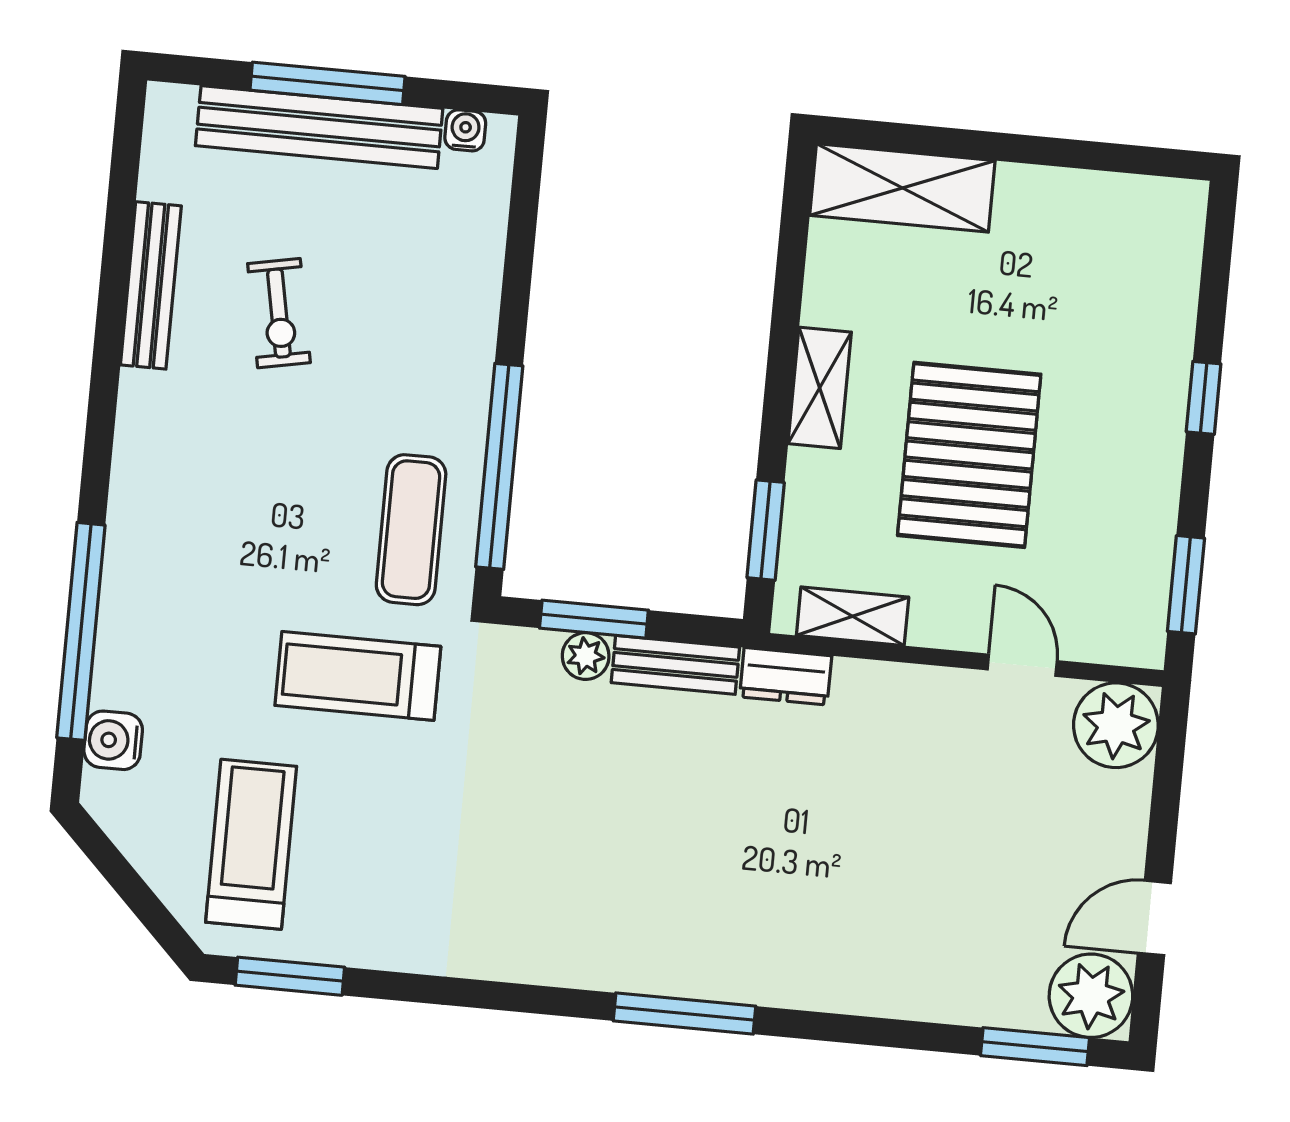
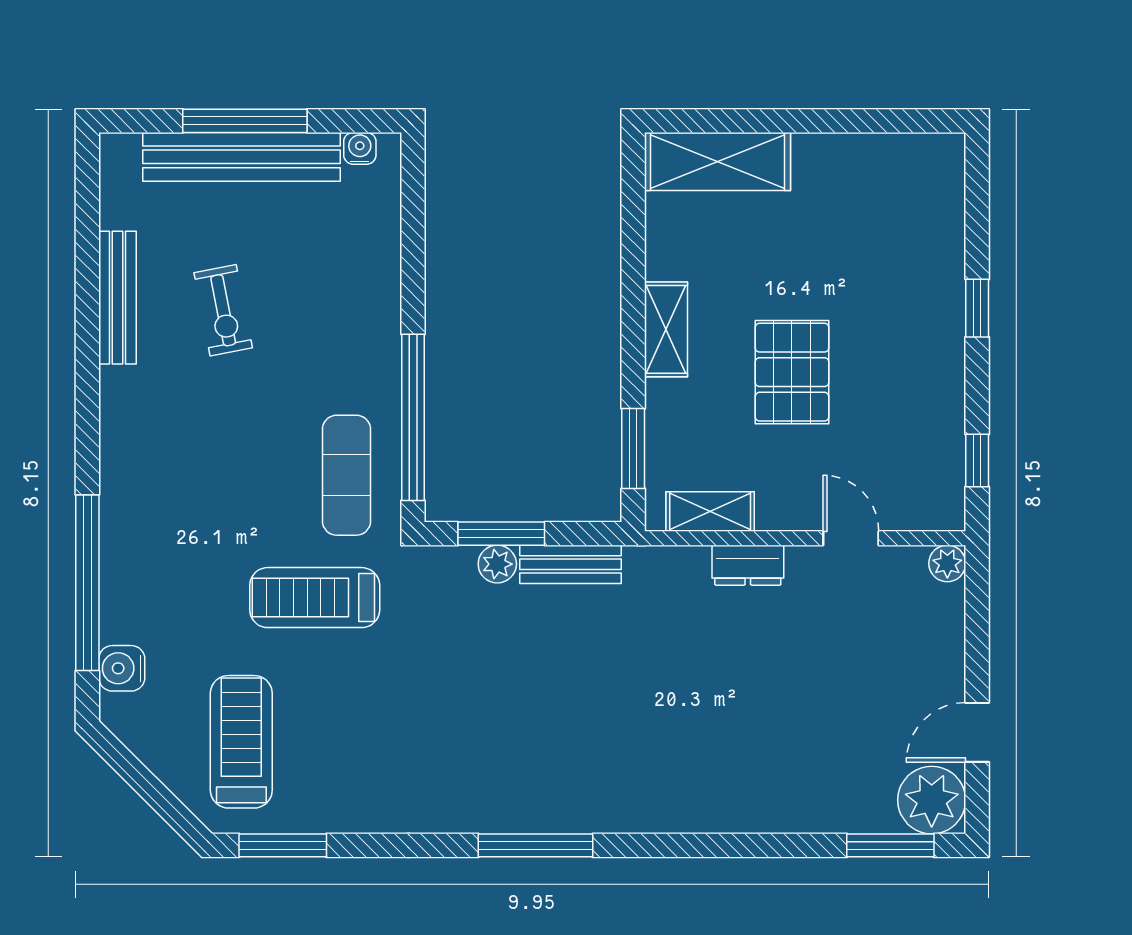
pallet: (969, 455) -> (792, 372), width x0.73, depth x0.71
window: (1186, 585) -> (977, 461), width x0.67
dresser: (786, 676) -> (748, 565), moved
plant: (1116, 725) -> (947, 563), width x0.53, depth x0.53
window: (684, 1013) -> (536, 845), moved

